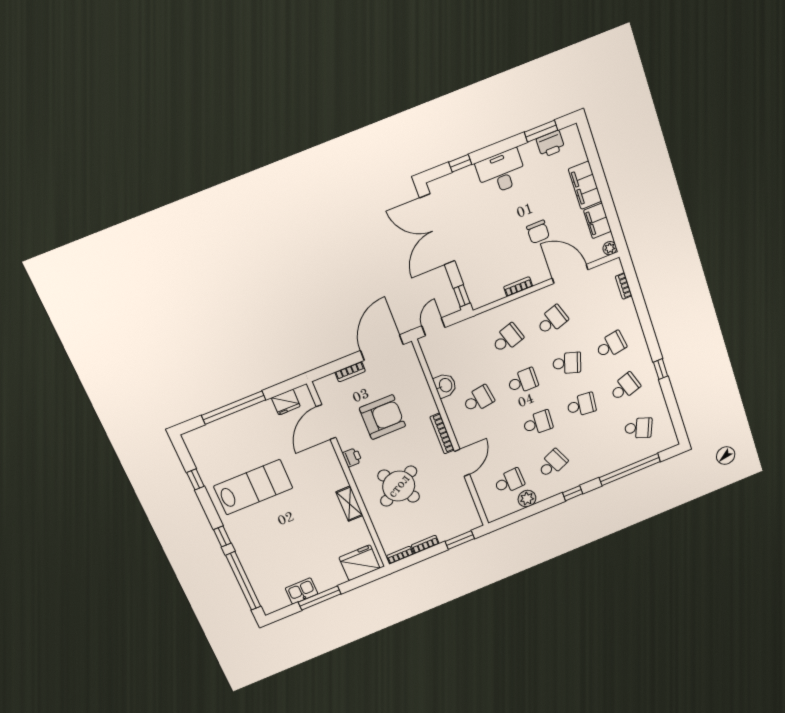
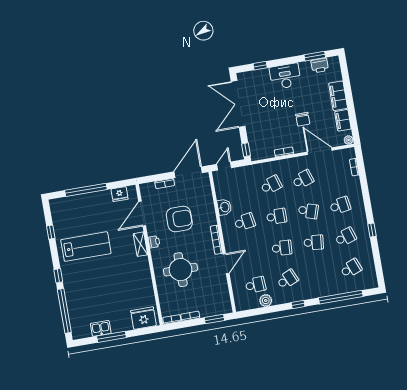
school desk: (638, 428) -> (351, 268), turned -42
round table: (399, 486) -> (181, 270), turned 30
shelving: (349, 504) -> (140, 244), moved

